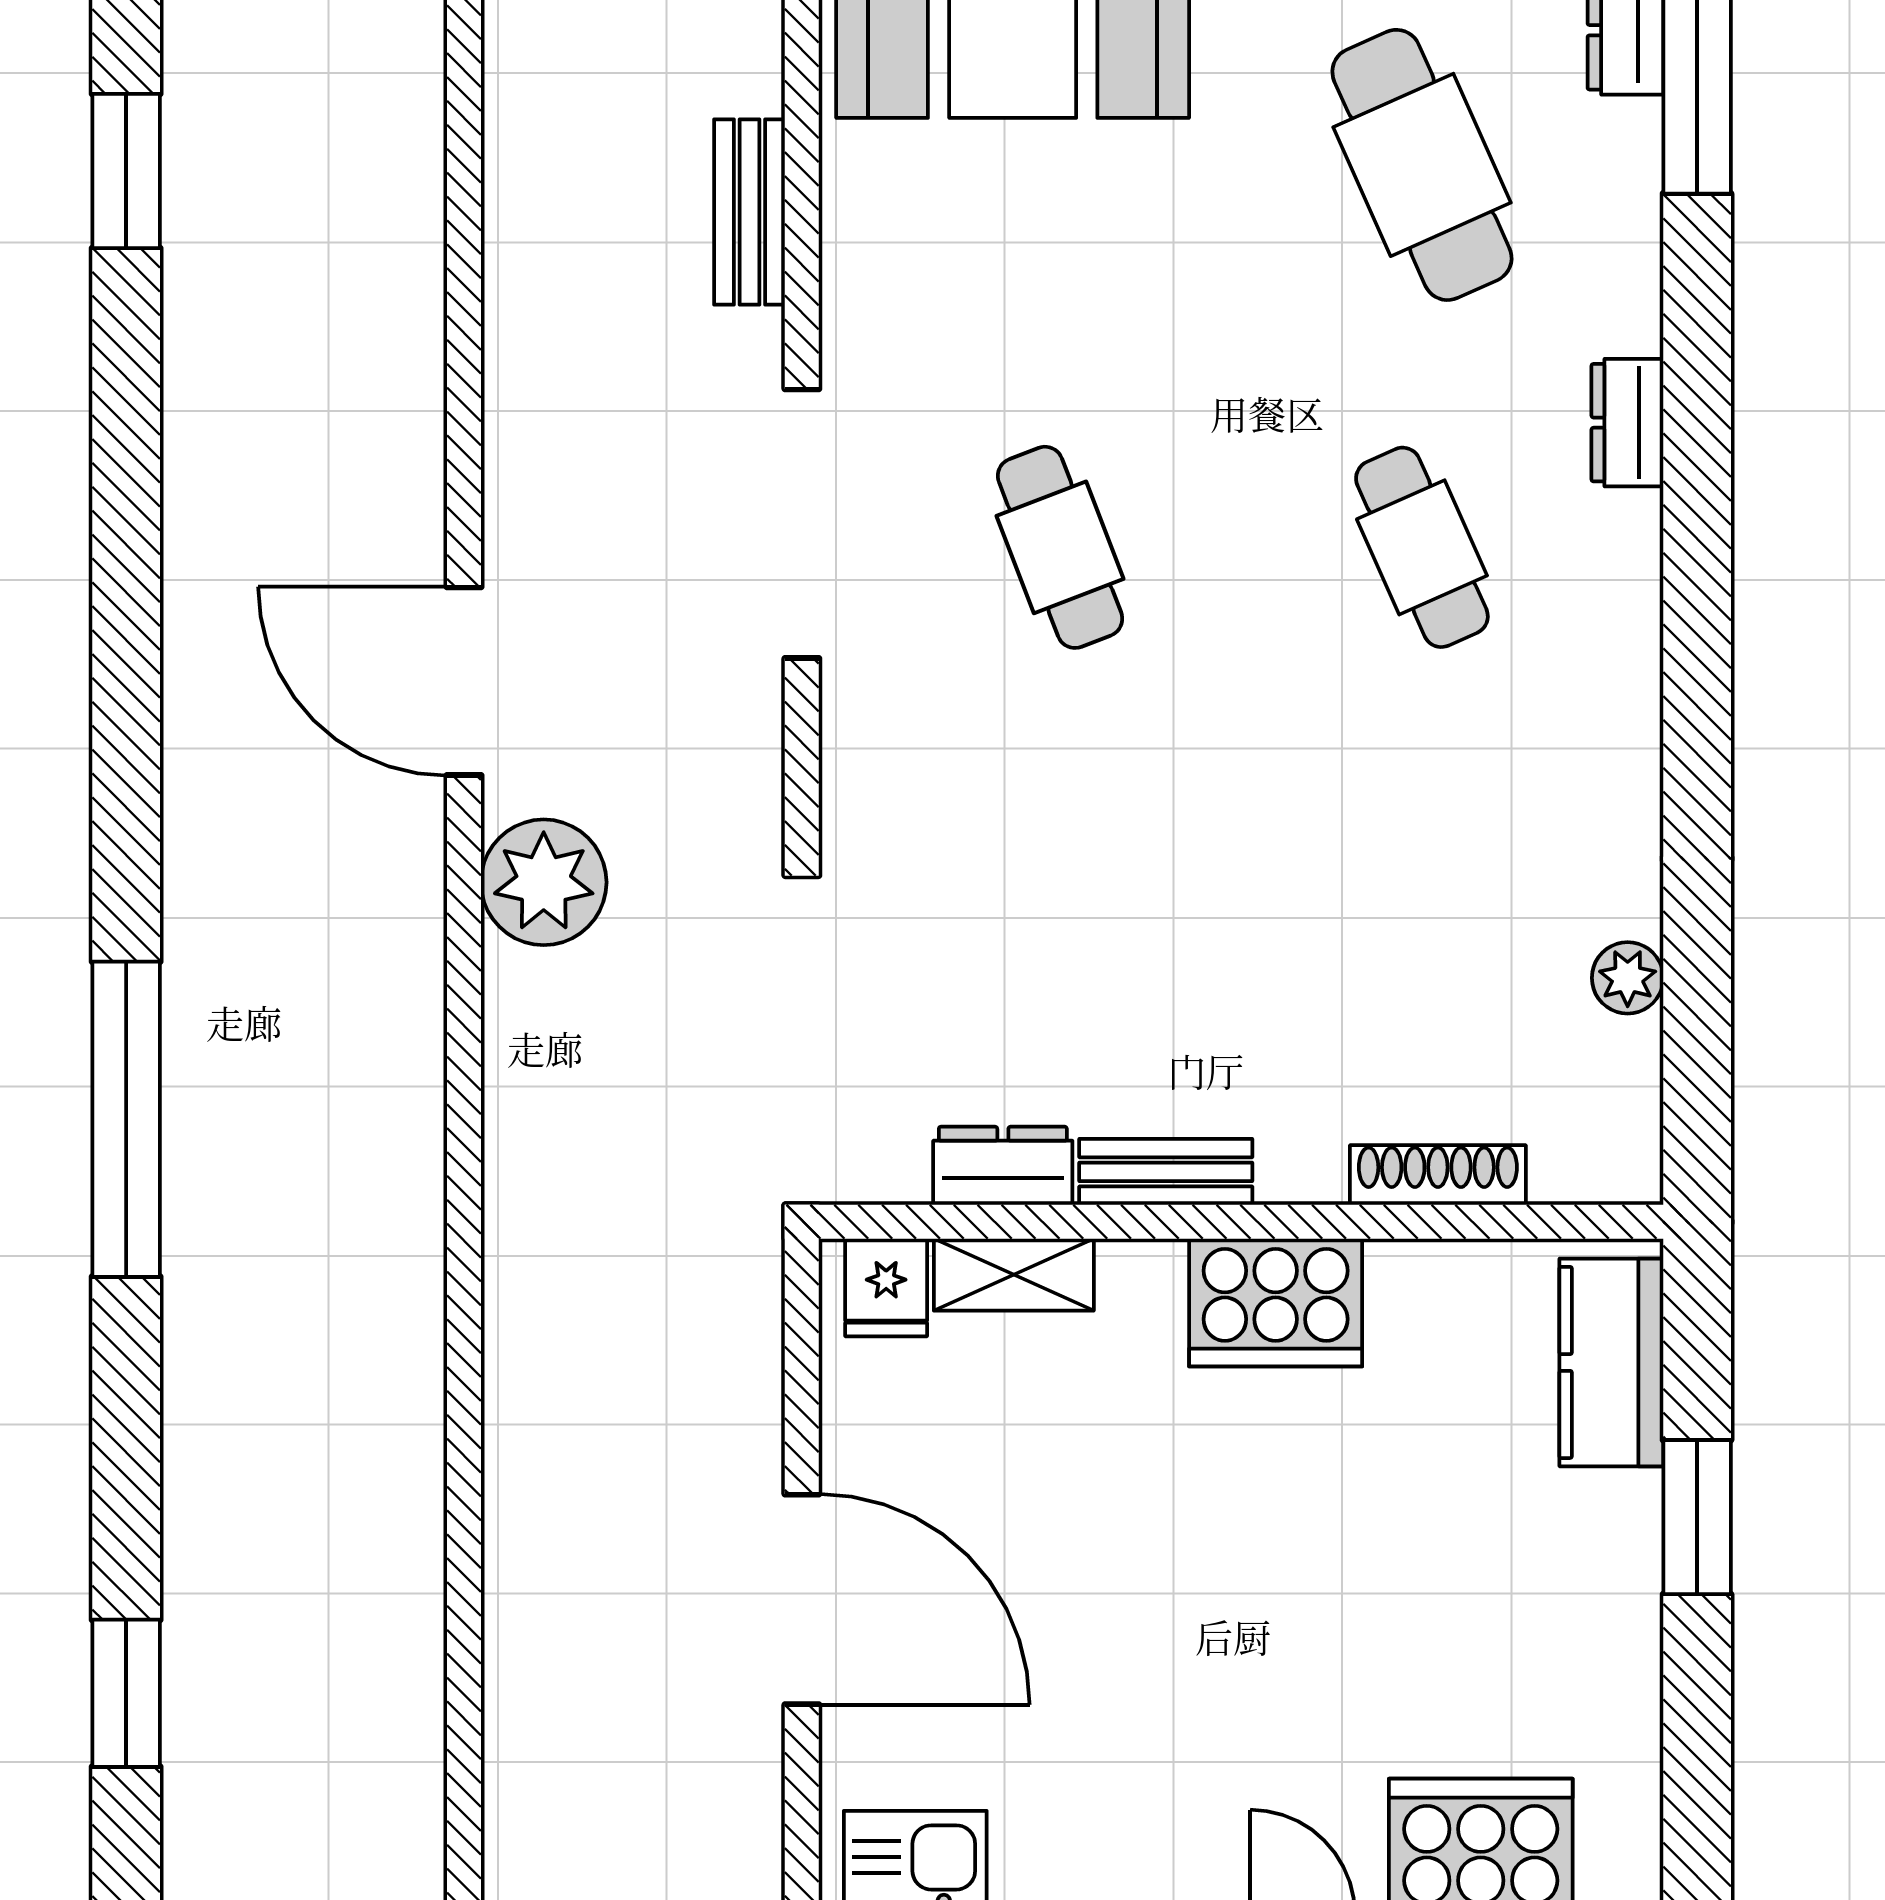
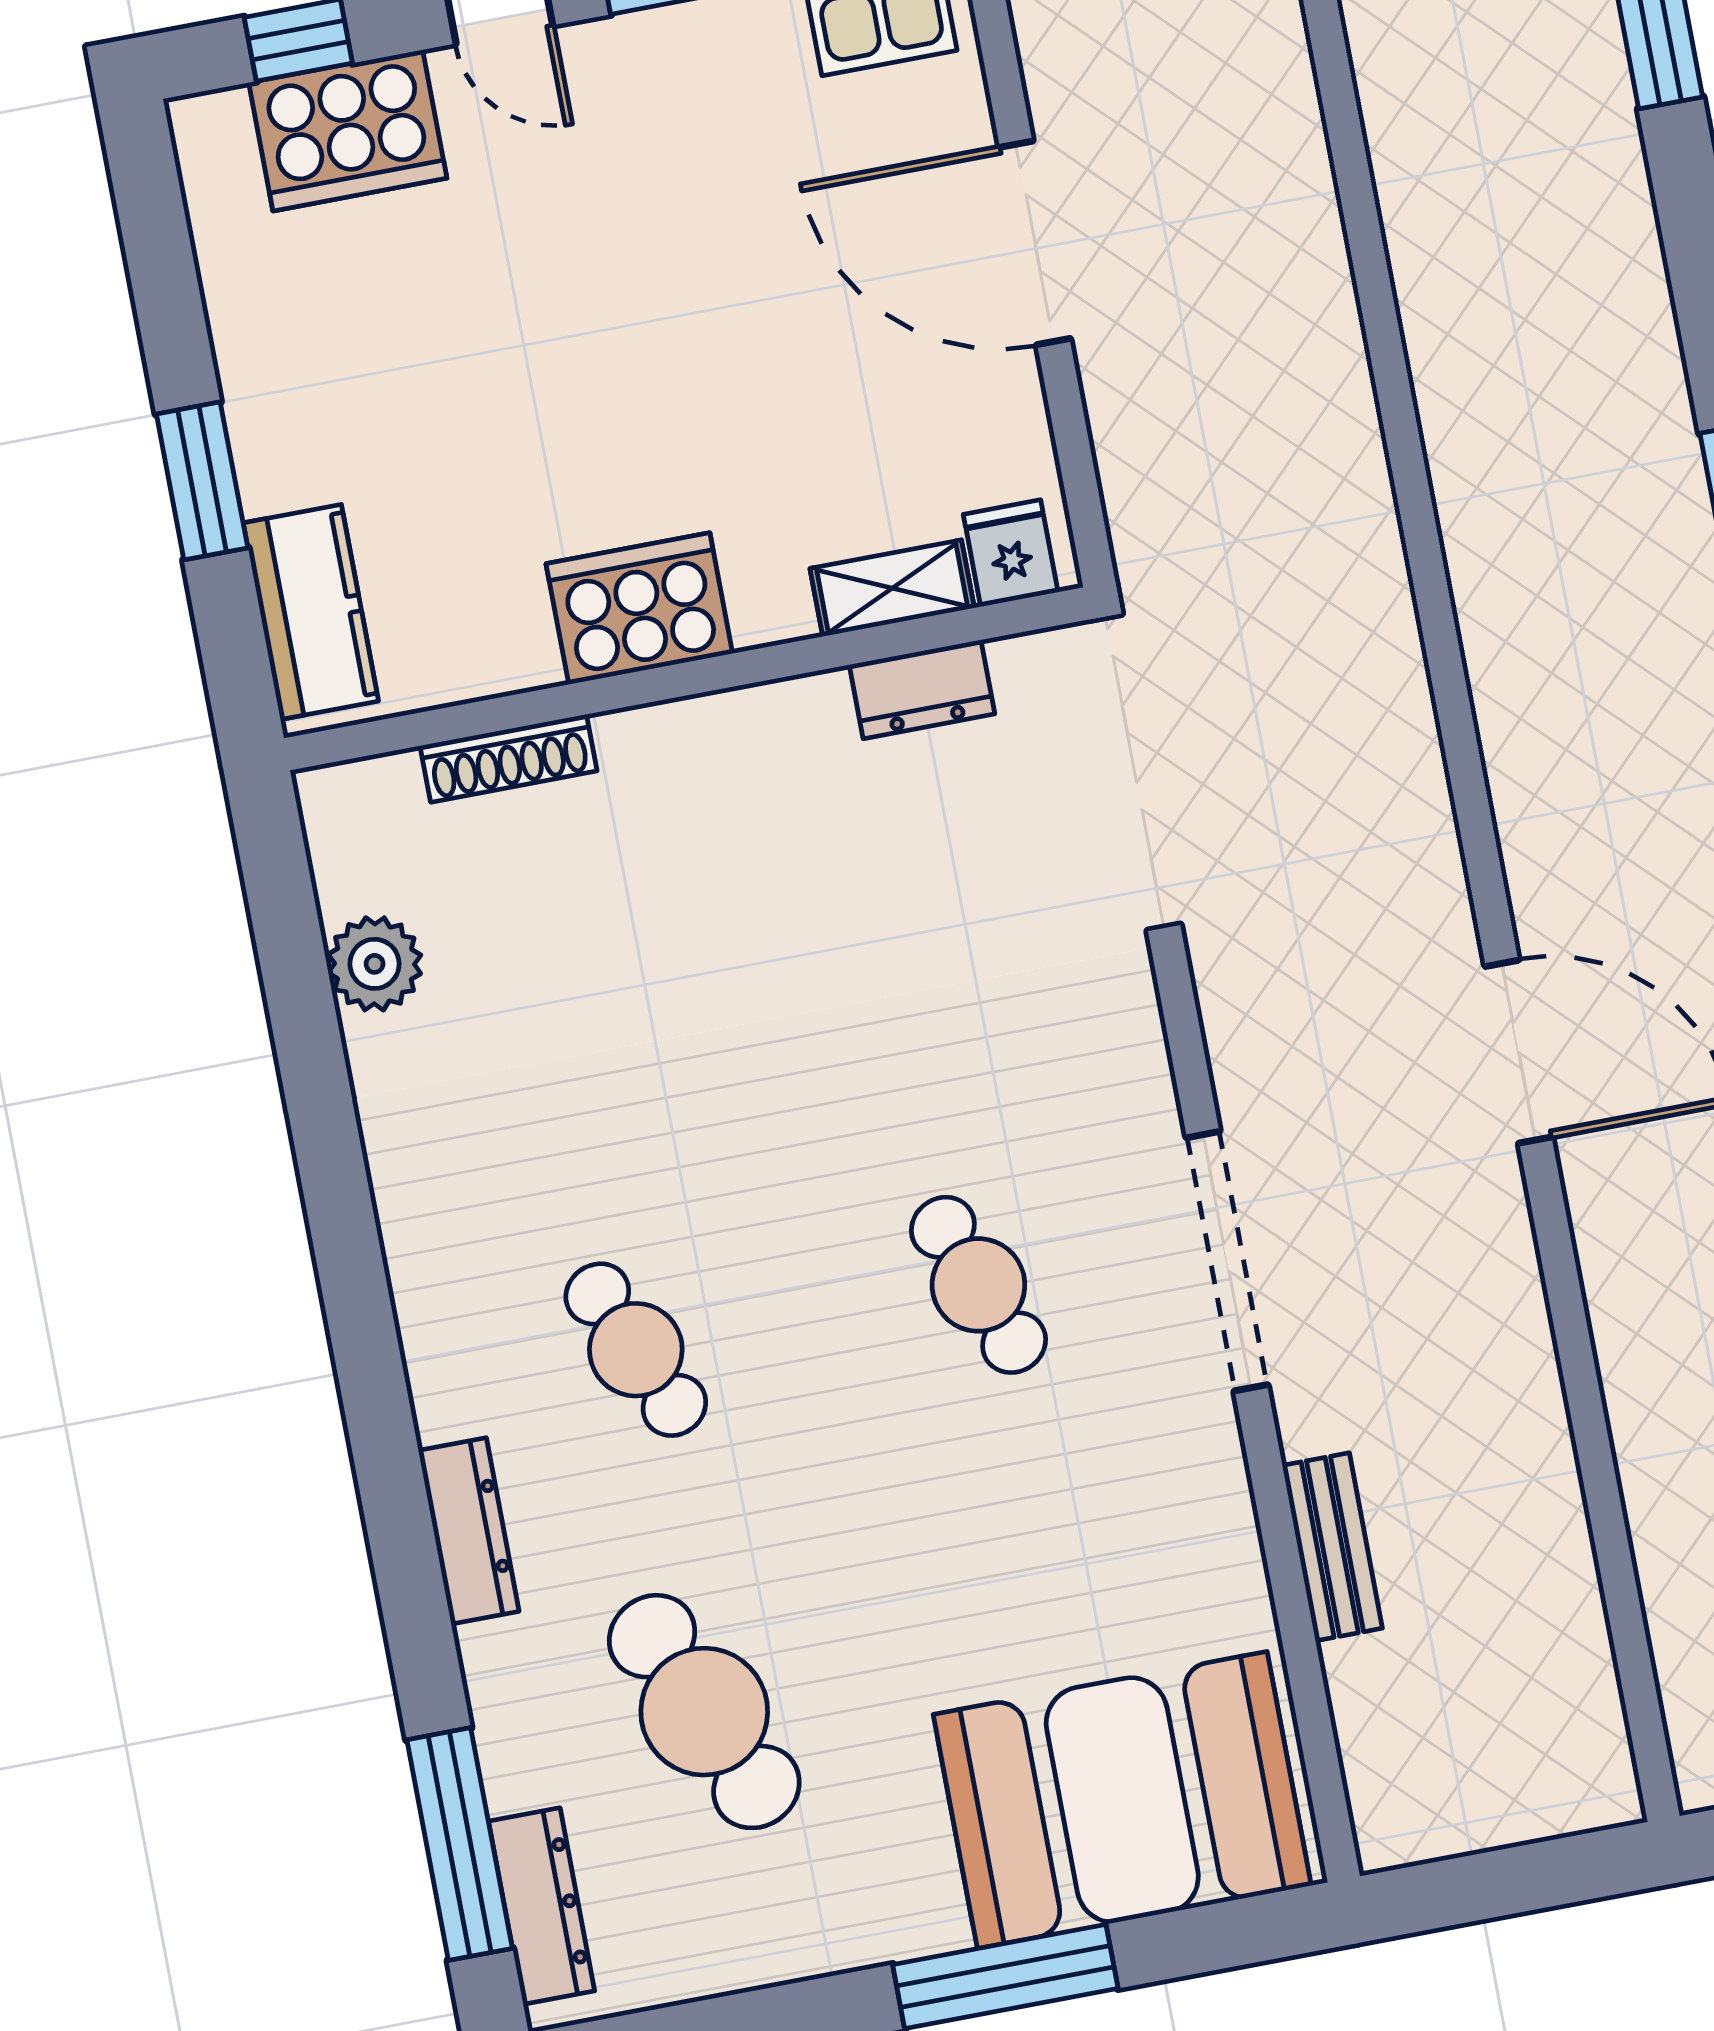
dresser: (1627, 423) -> (469, 1531), width x1.44
plant: (544, 882) -> (1407, 876), removed
plant: (1628, 978) -> (375, 964), width x1.38, depth x1.38
bench: (1166, 1172) -> (767, 713), removed

